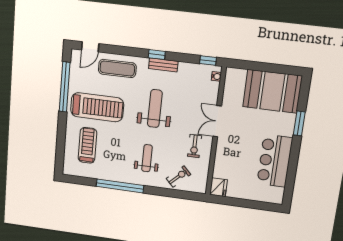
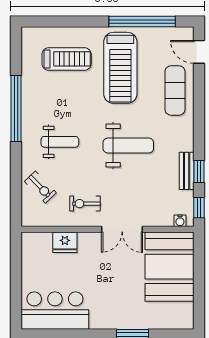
window: (157, 55) -> (199, 172), moved
bench: (163, 65) -> (187, 171), moved
booth: (272, 91) -> (169, 267), moved
double door: (217, 121) -> (122, 229), swing flipped
bar counter: (275, 161) -> (55, 310), moved
fridge: (218, 187) -> (65, 242), moved

